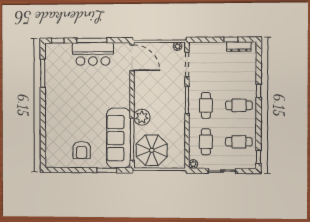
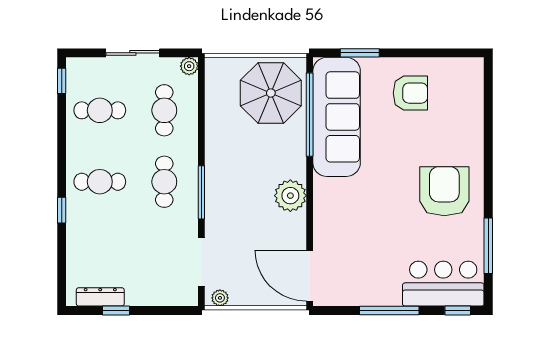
bar counter: (93, 54) -> (443, 284), moved
armchair: (65, 101) -> (444, 191), added
plant: (142, 117) -> (290, 196), moved
armchair: (82, 150) -> (410, 93), turned 90

